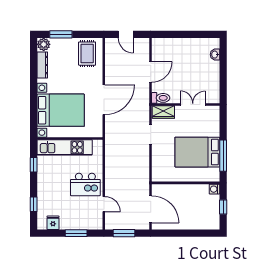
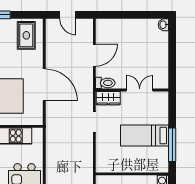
washbasin: (215, 55) -> (163, 25), moved
door: (104, 100) -> (44, 85), hinge flipped
bed: (197, 152) -> (144, 136), width x0.67

